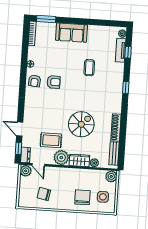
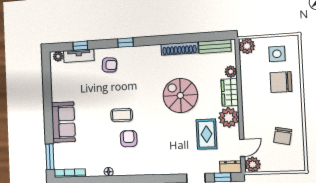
coffee table: (89, 68) -> (122, 115), moved
armchair: (35, 81) -> (109, 65), moved

